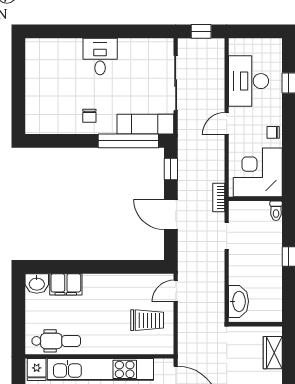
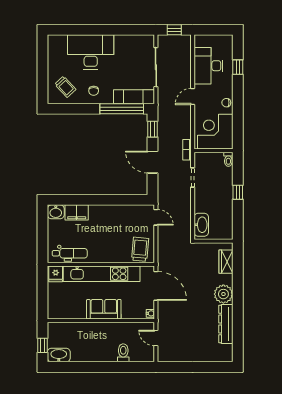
desk: (100, 56) -> (91, 52), width x1.87, depth x1.30
trolley: (50, 110) -> (65, 87), added
door: (176, 291) -> (156, 217), swing flipped
trolley: (147, 320) -> (140, 249), moved, turned -85

